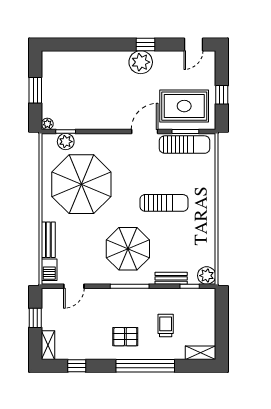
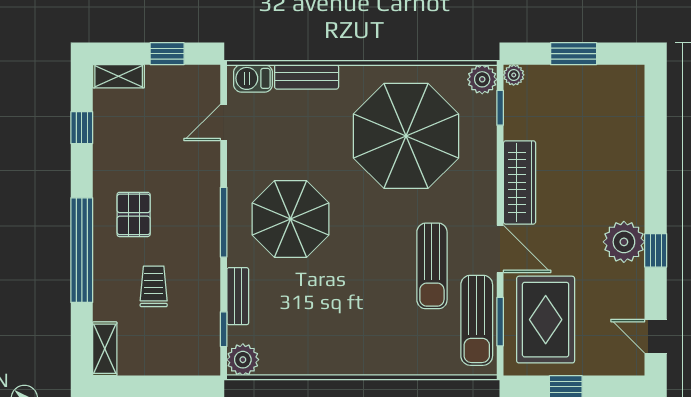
wardrobe: (107, 121) -> (519, 182), added
plant: (66, 142) -> (482, 79), moved
sun lounger: (164, 203) -> (432, 266), moved
door: (74, 286) -> (224, 123), hinge flipped
trolley: (166, 325) -> (154, 286), turned -90

